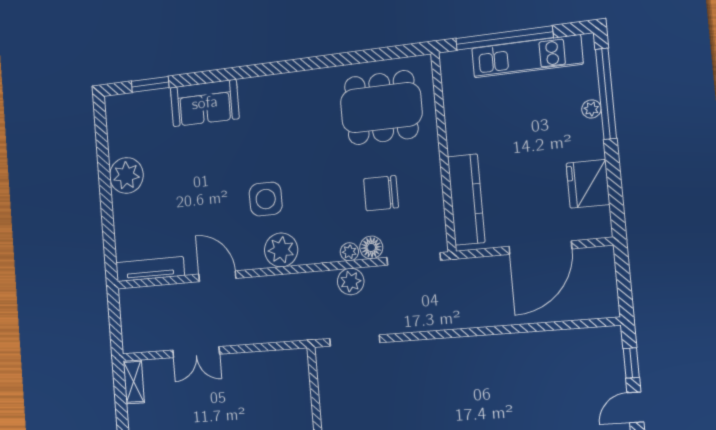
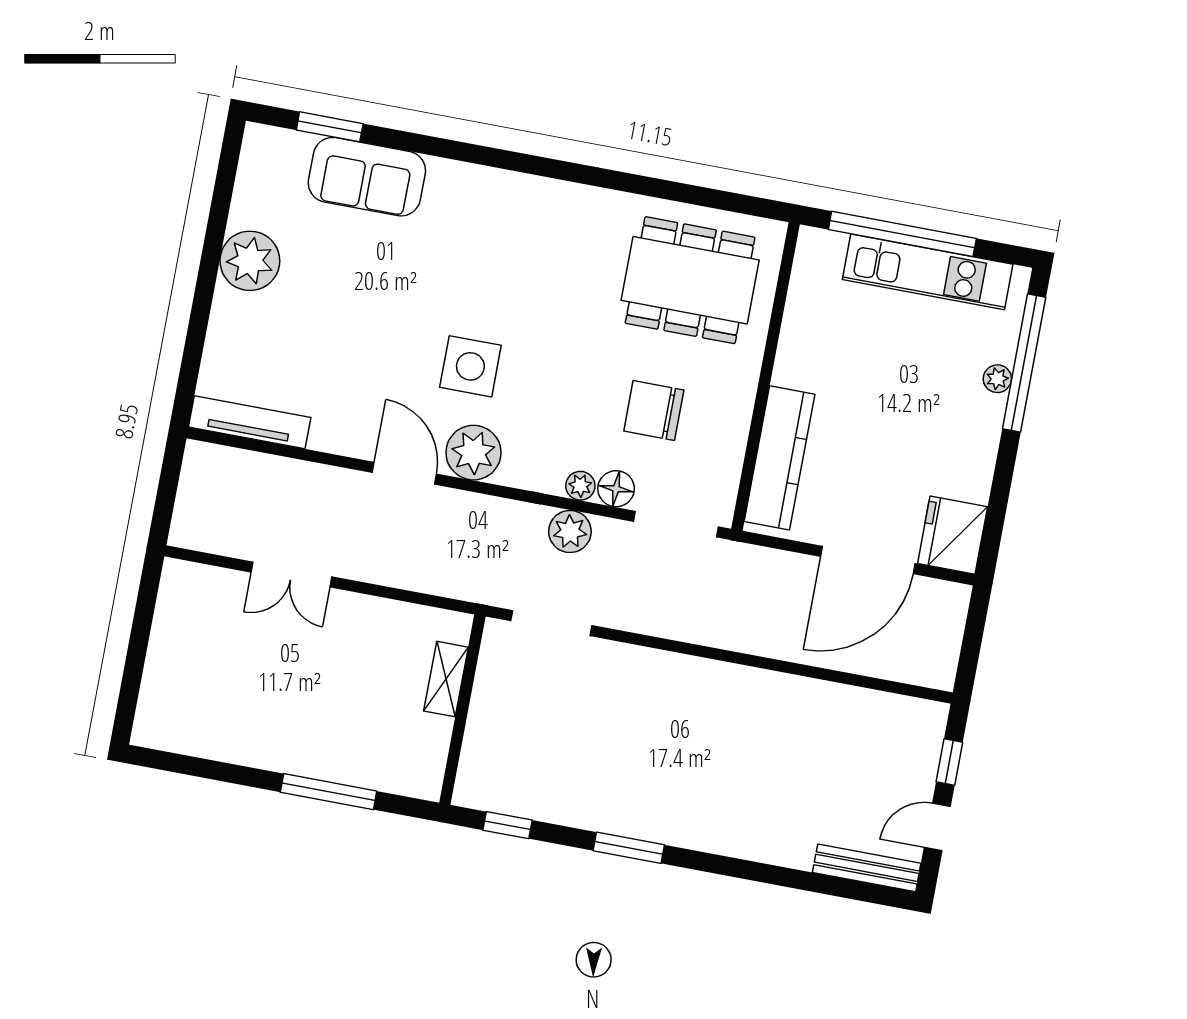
sofa: (205, 103) -> (367, 177), moved
fridge: (588, 184) -> (953, 535), moved
door: (217, 276) -> (404, 473), moved
shelving: (134, 382) -> (446, 679), moved

